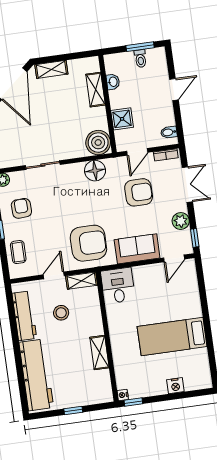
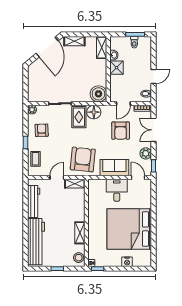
door: (174, 89) -> (154, 76), moved
shelving: (96, 90) -> (102, 48), moved
shower: (122, 119) -> (117, 68), moved
rug: (74, 181) -> (79, 117), added
double door: (187, 185) -> (154, 130), swing flipped
armchair: (139, 192) -> (121, 131), turned 90
armchair: (88, 243) -> (83, 159), turned -84
door: (174, 258) -> (138, 178), swing flipped
desk: (118, 286) -> (117, 190), moved
stool: (61, 313) -> (79, 258), moved
bed: (172, 337) -> (129, 229), width x2.04

